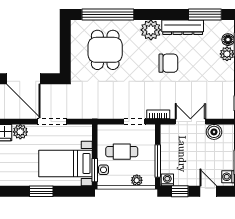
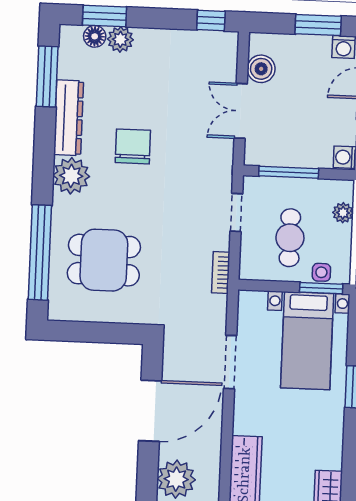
bookcase: (158, 114) -> (221, 273), moved
plant: (20, 132) -> (246, 420), removed
window: (158, 161) -> (289, 172), moved

